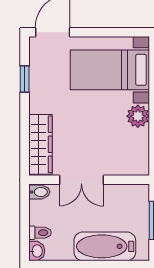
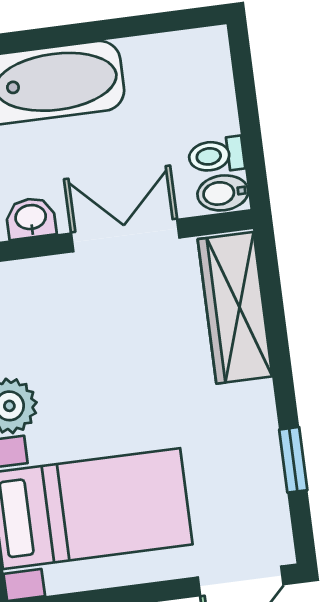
toilet: (40, 233) -> (216, 155), moved
washbasin: (37, 251) -> (31, 218), moved, turned 90

